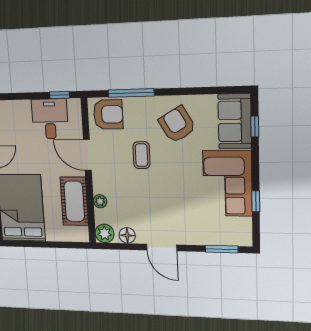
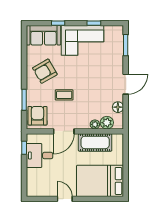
window: (131, 93) -> (24, 100), width x0.69
window: (255, 127) -> (58, 23), moved
plant: (105, 233) -> (107, 123), moved

